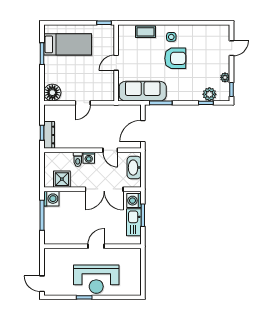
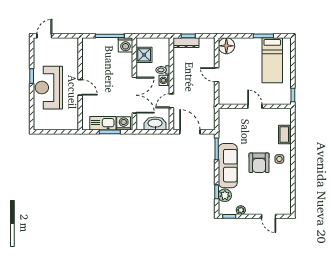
sofa: (143, 91) -> (228, 166), moved
double door: (104, 189) -> (134, 95), swing flipped

